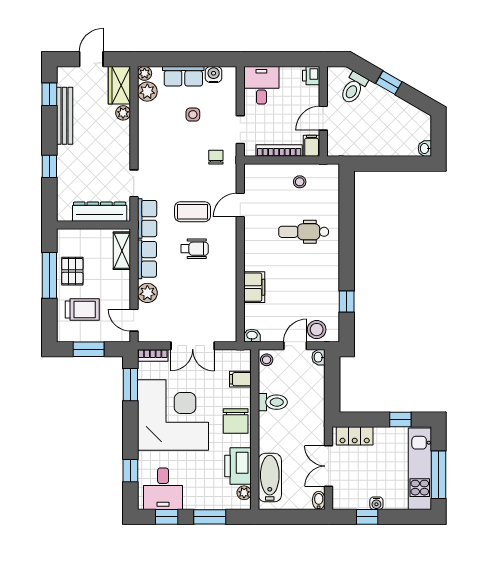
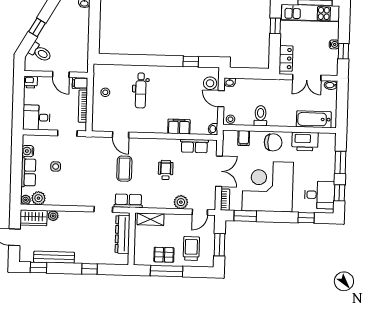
chair: (216, 157) -> (86, 151), removed
wheelchair: (194, 249) -> (166, 170), moved
row of seats: (147, 259) -> (194, 146), moved, turned 180
plant: (244, 493) -> (324, 138), removed

